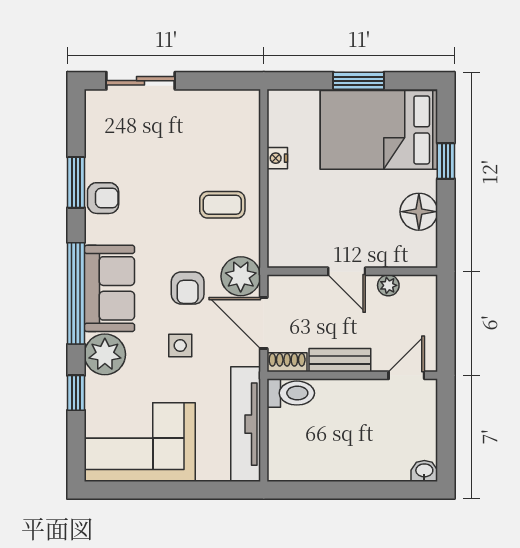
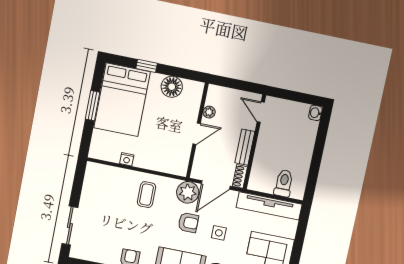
toilet: (291, 393) -> (284, 183), moved

